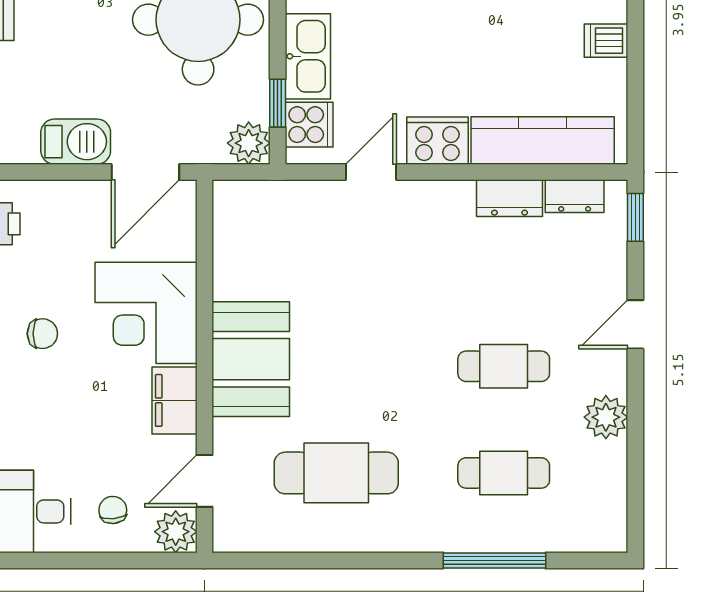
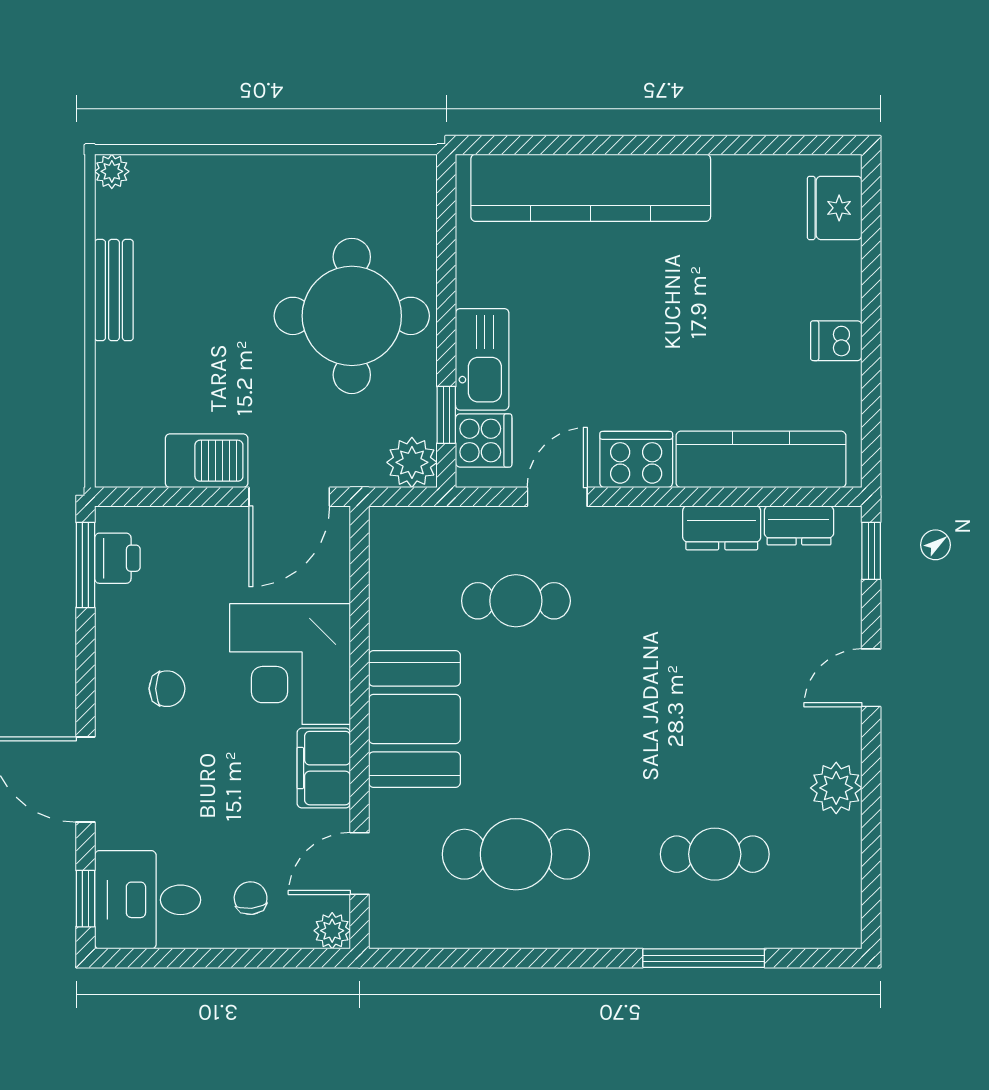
cafe table: (504, 366) -> (516, 601), moved
plant: (176, 532) -> (332, 931), width x0.73, depth x0.73

